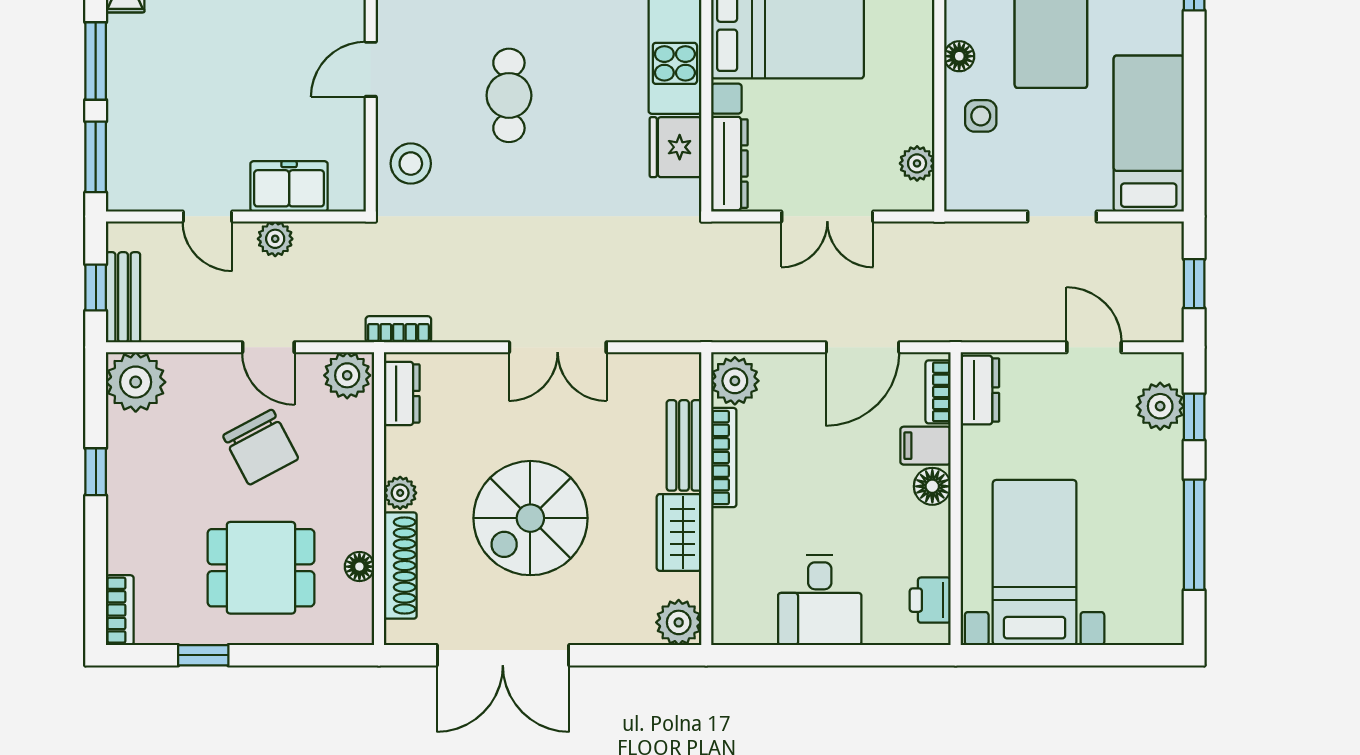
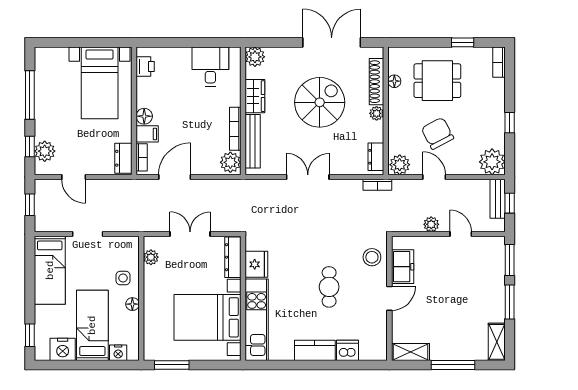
freezer: (289, 186) -> (403, 267), moved, turned -90
bench: (684, 445) -> (253, 141), width x1.36
desk: (820, 600) -> (210, 67), moved

